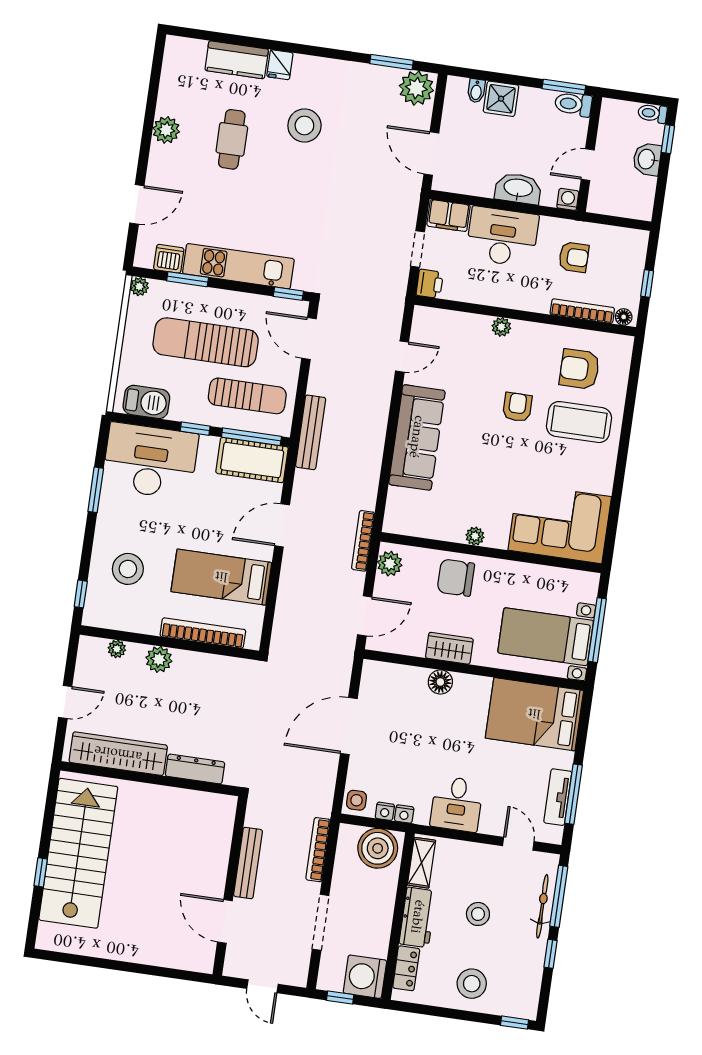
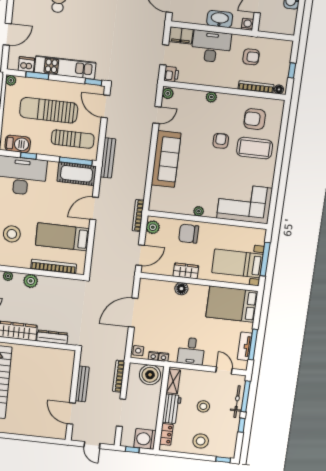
plant: (423, 318) -> (168, 93), added
window: (195, 429) -> (28, 156), moved

